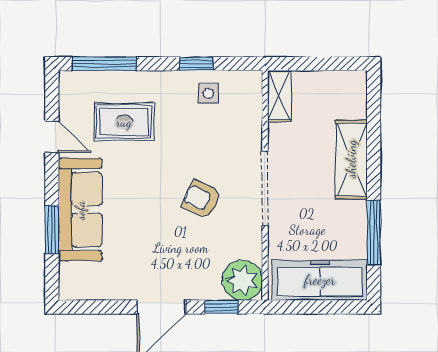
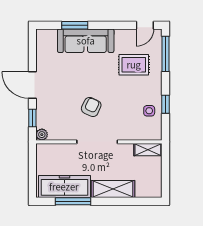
rug: (124, 122) -> (134, 65), turned 90
door: (52, 137) -> (145, 25), moved
plant: (242, 280) -> (42, 135), width x0.53, depth x0.53
freezer: (320, 280) -> (64, 187), moved, turned -90

